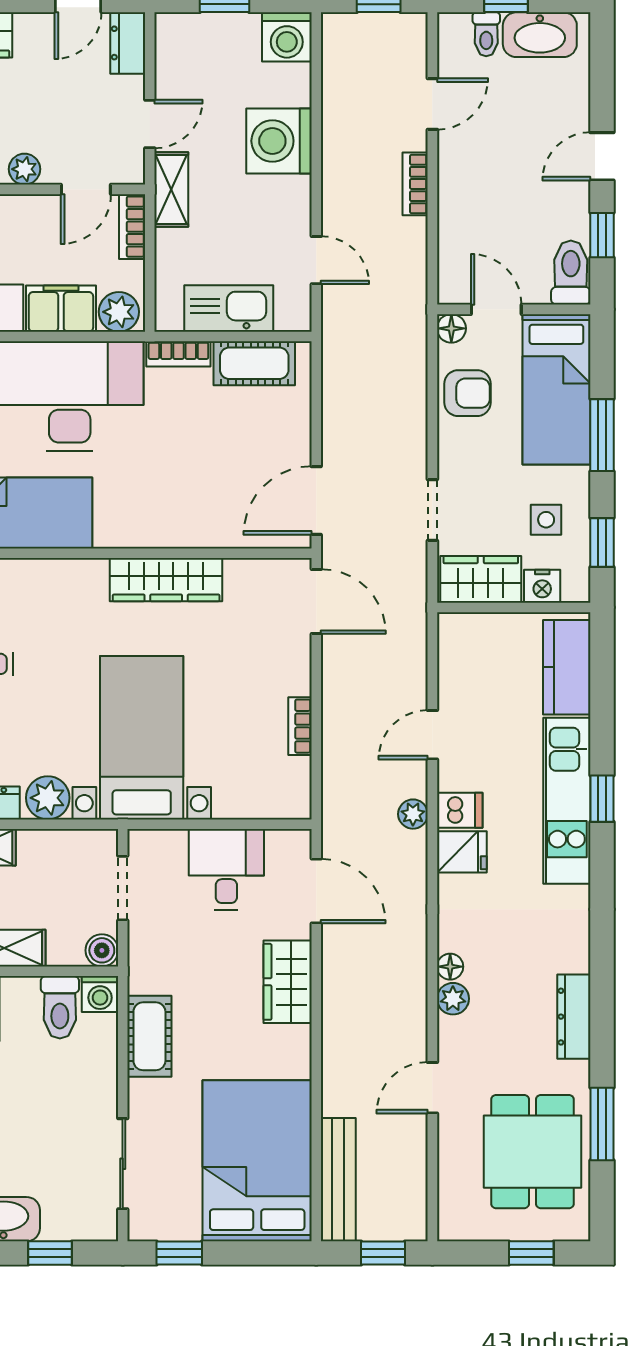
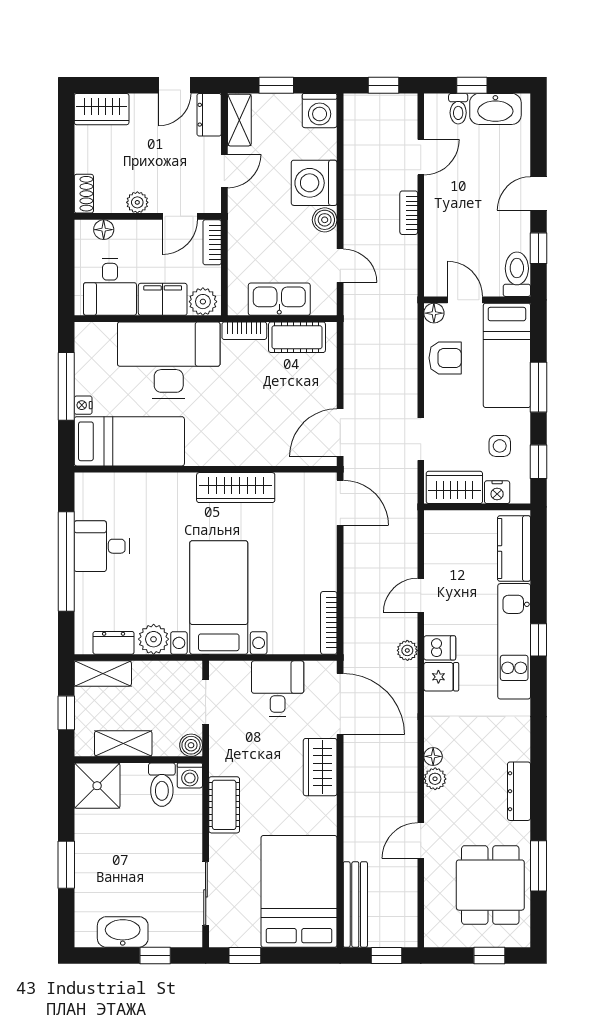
shelving: (171, 190) -> (239, 120), moved
boiler: (294, 194) -> (325, 220), added
bookcase: (300, 726) -> (329, 623), moved, width x1.56
door: (316, 891) -> (340, 704), width x1.36

